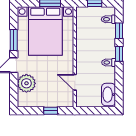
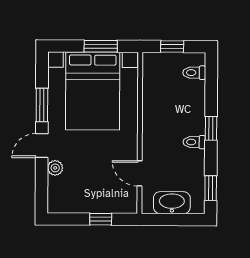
window: (119, 31) -> (211, 188), moved
plant: (26, 83) -> (55, 168), width x0.53, depth x0.53
washbasin: (109, 95) -> (172, 203), moved, turned 90

